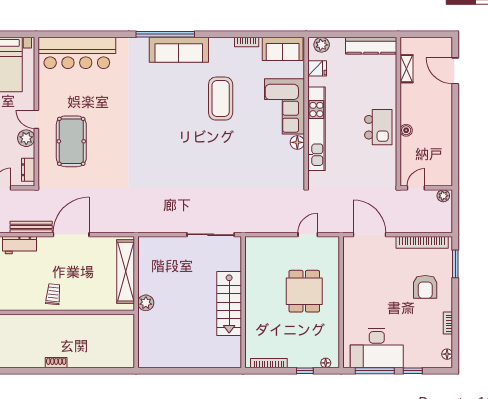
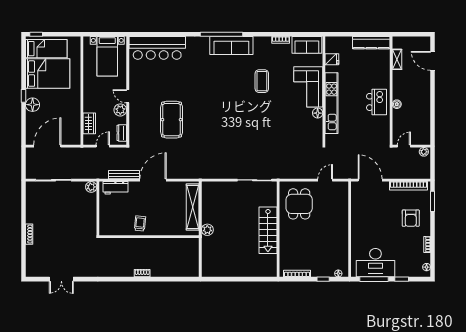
plant: (322, 45) -> (335, 42), removed
coffee table: (221, 99) -> (262, 81), width x0.73, depth x0.76
pool table: (71, 141) -> (172, 120), moved
dining table: (304, 291) -> (299, 204), moved

